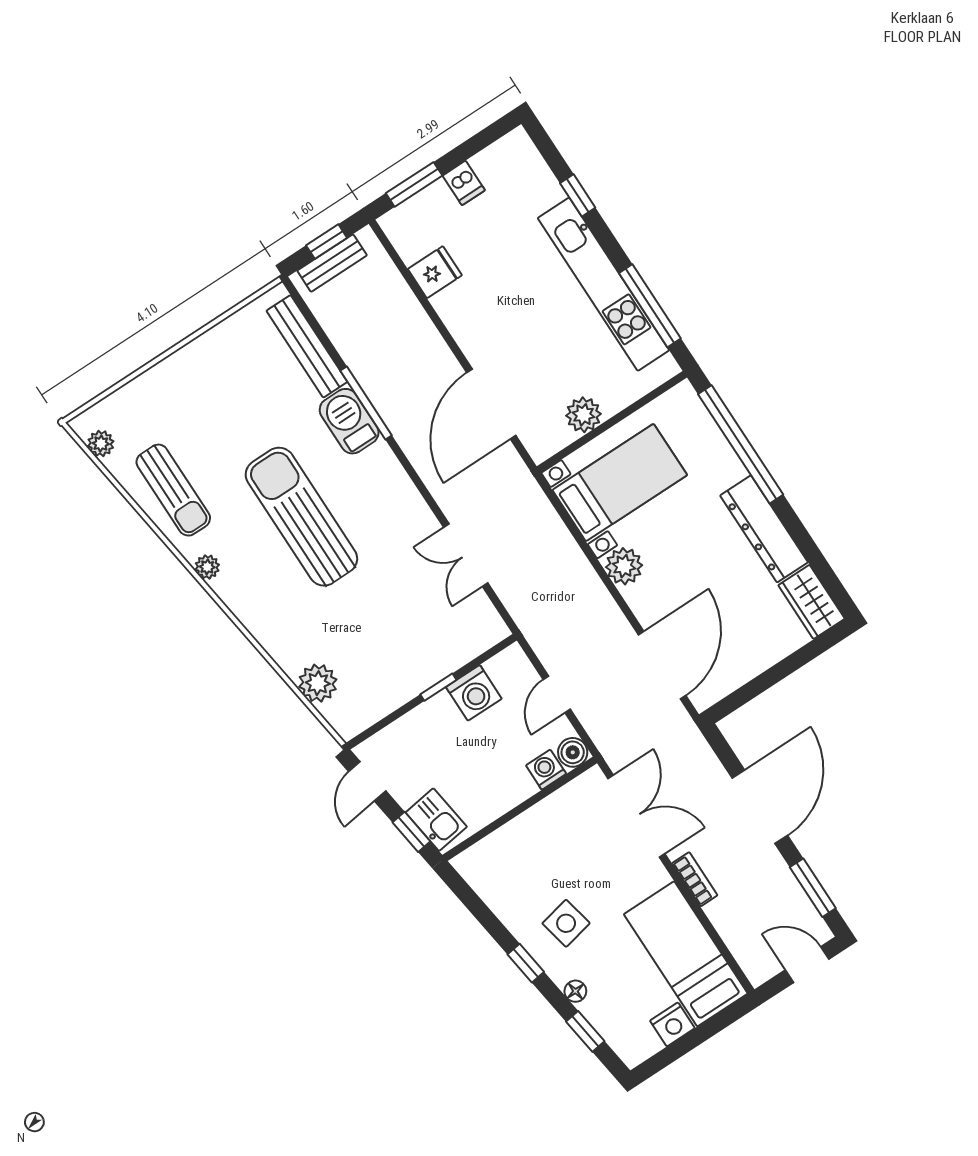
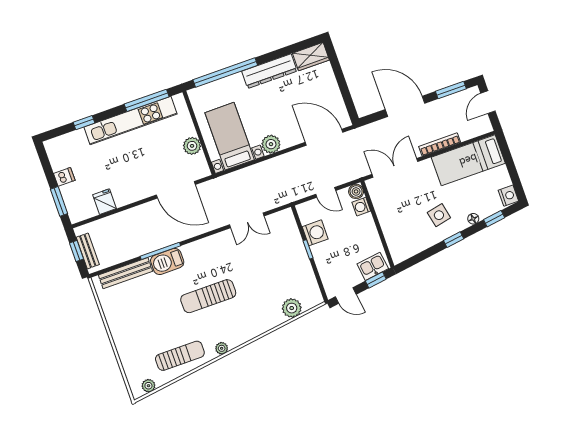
sun lounger: (301, 517) -> (208, 296), width x0.73, depth x0.75
bookcase: (695, 879) -> (440, 144), width x1.56
nightstand: (672, 1024) -> (508, 196), moved

